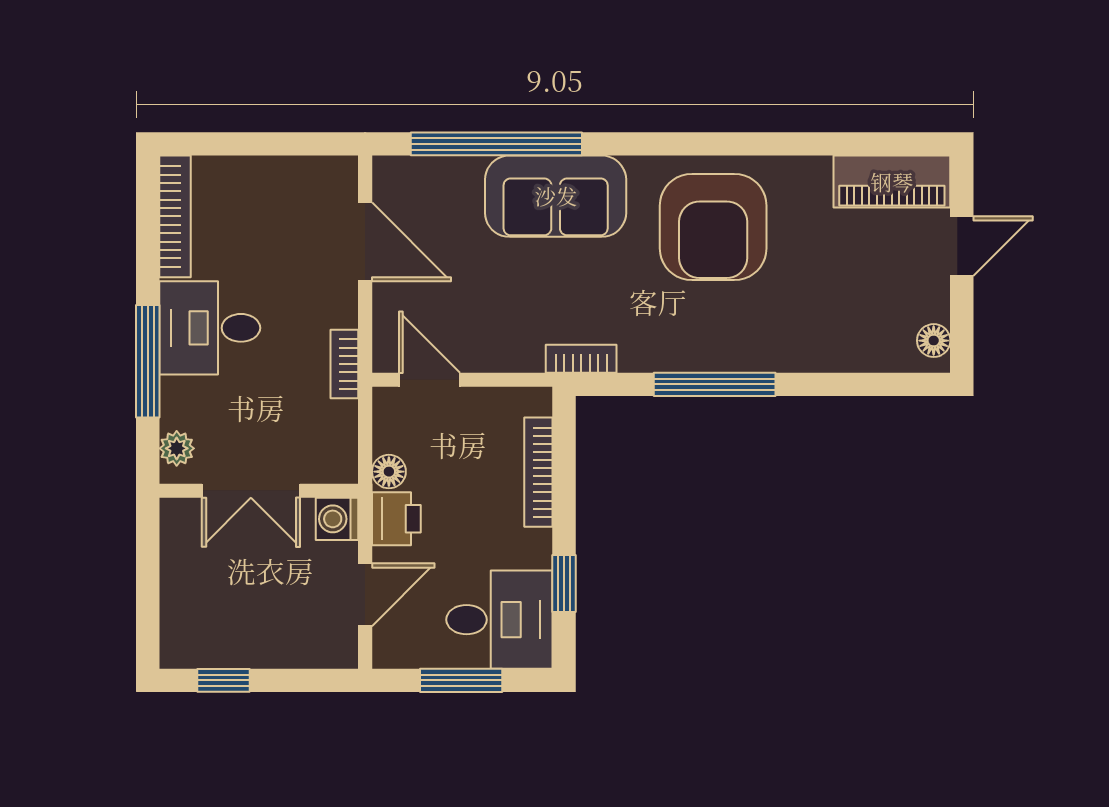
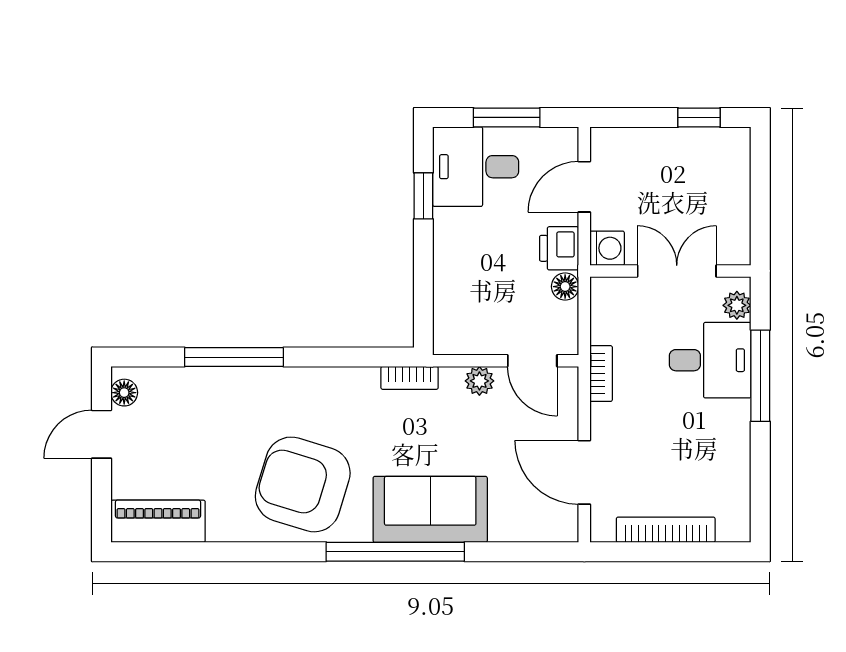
window: (496, 144) -> (395, 552), moved
bookcase: (175, 216) -> (666, 530), moved, turned 90
armchair: (713, 227) -> (303, 484), turned -73
door: (962, 246) -> (101, 434), moved
desk: (210, 328) -> (710, 360), moved
plant: (495, 355) -> (479, 381), added
window: (715, 384) -> (234, 357), moved
bookcase: (538, 472) -> (444, 286), removed

